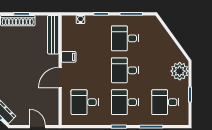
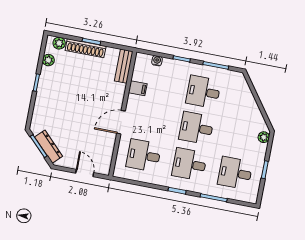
bench: (53, 35) -> (124, 66), width x0.73
filing cabinet: (69, 57) -> (138, 88), moved
plant: (180, 71) -> (264, 137), width x0.53, depth x0.53

